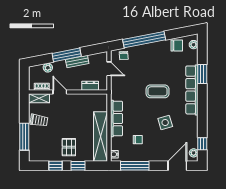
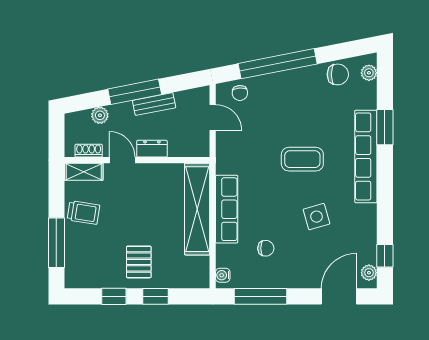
dresser: (90, 86) -> (152, 149), moved
shelving: (101, 137) -> (197, 209), moved

